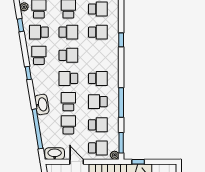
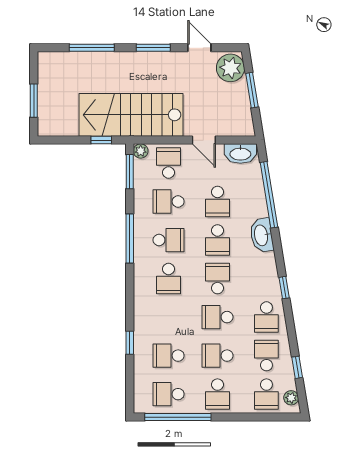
school desk: (39, 32) -> (266, 356), turned -90
school desk: (68, 78) -> (217, 279), turned -90
school desk: (98, 78) -> (169, 279), turned -90
school desk: (98, 148) -> (169, 163), turned 90

